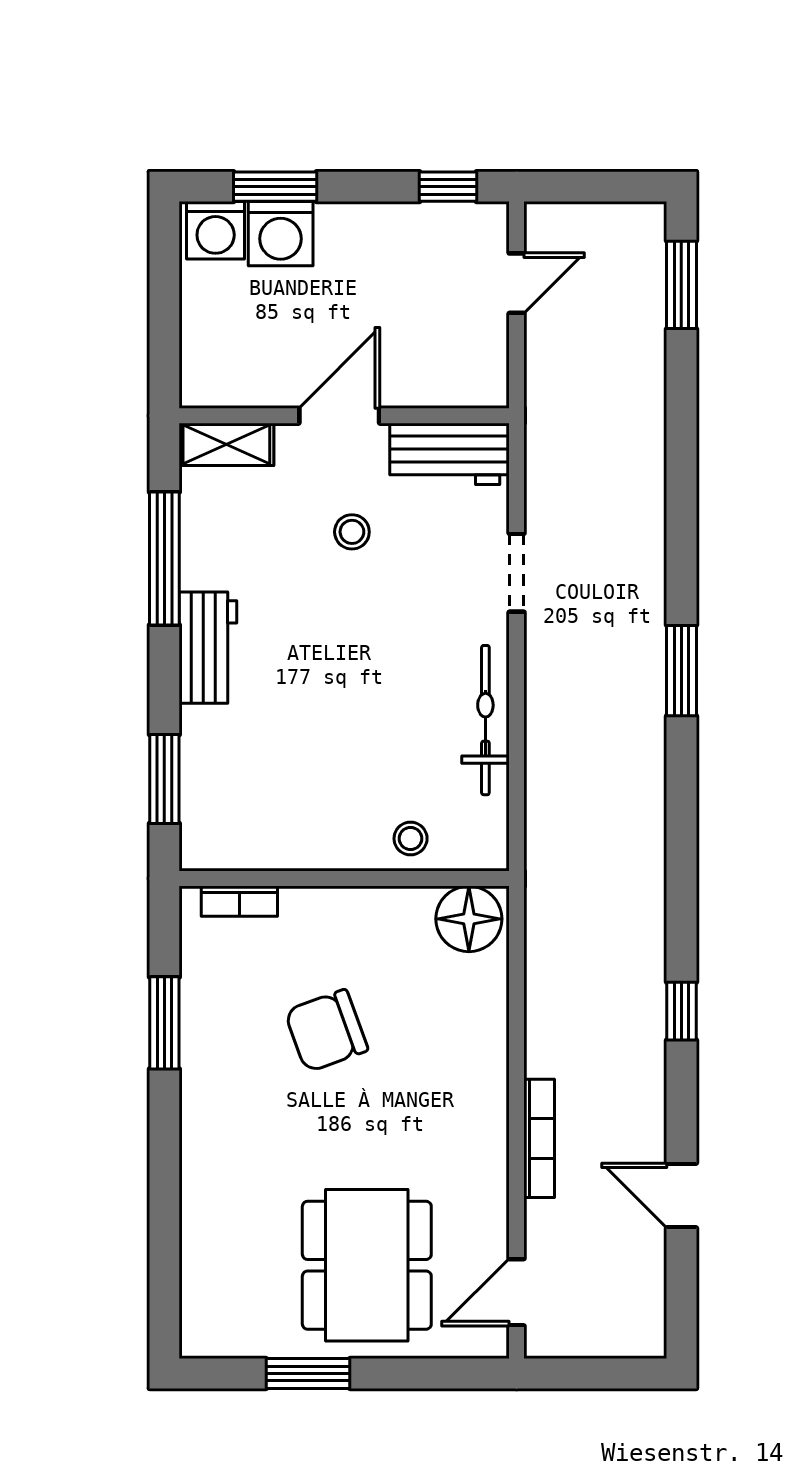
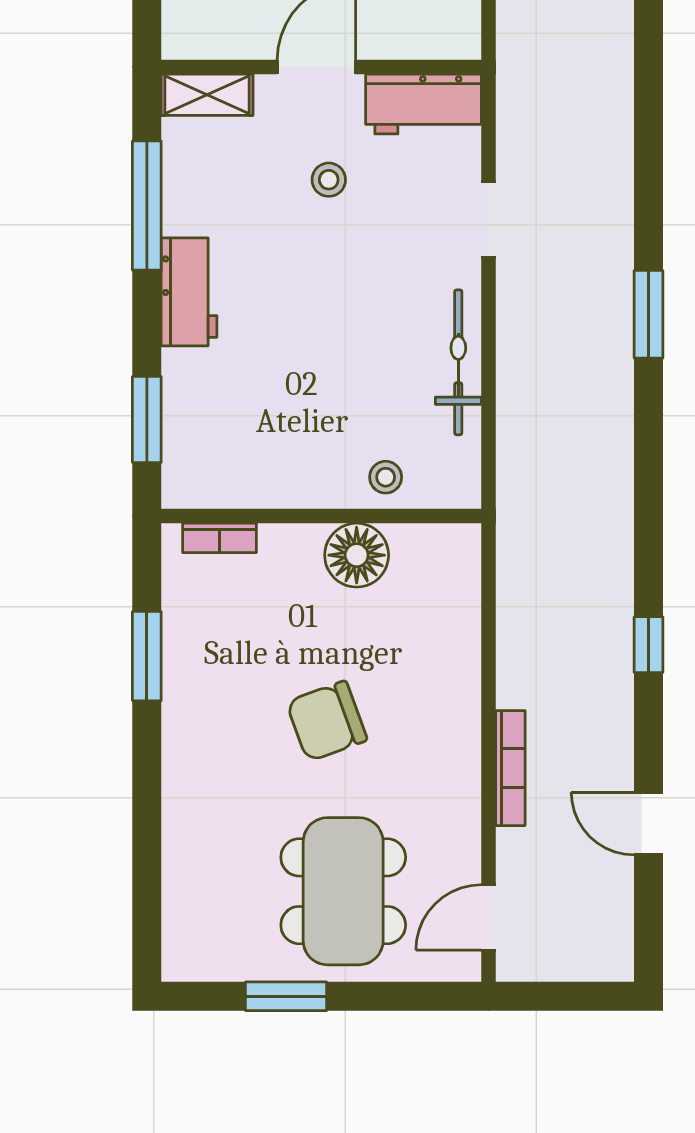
floor lamp: (469, 919) -> (357, 555), moved
chair: (326, 1031) -> (327, 721), moved

